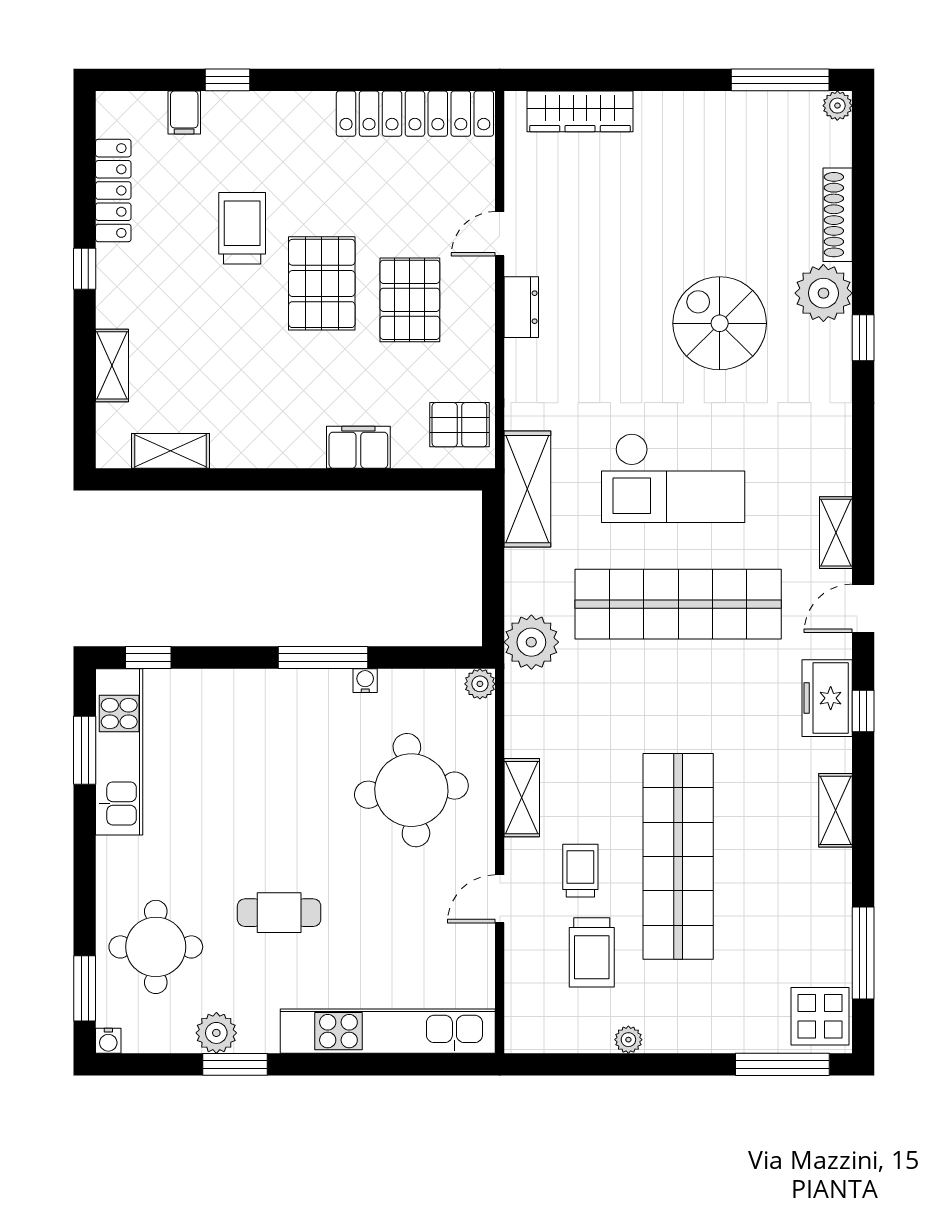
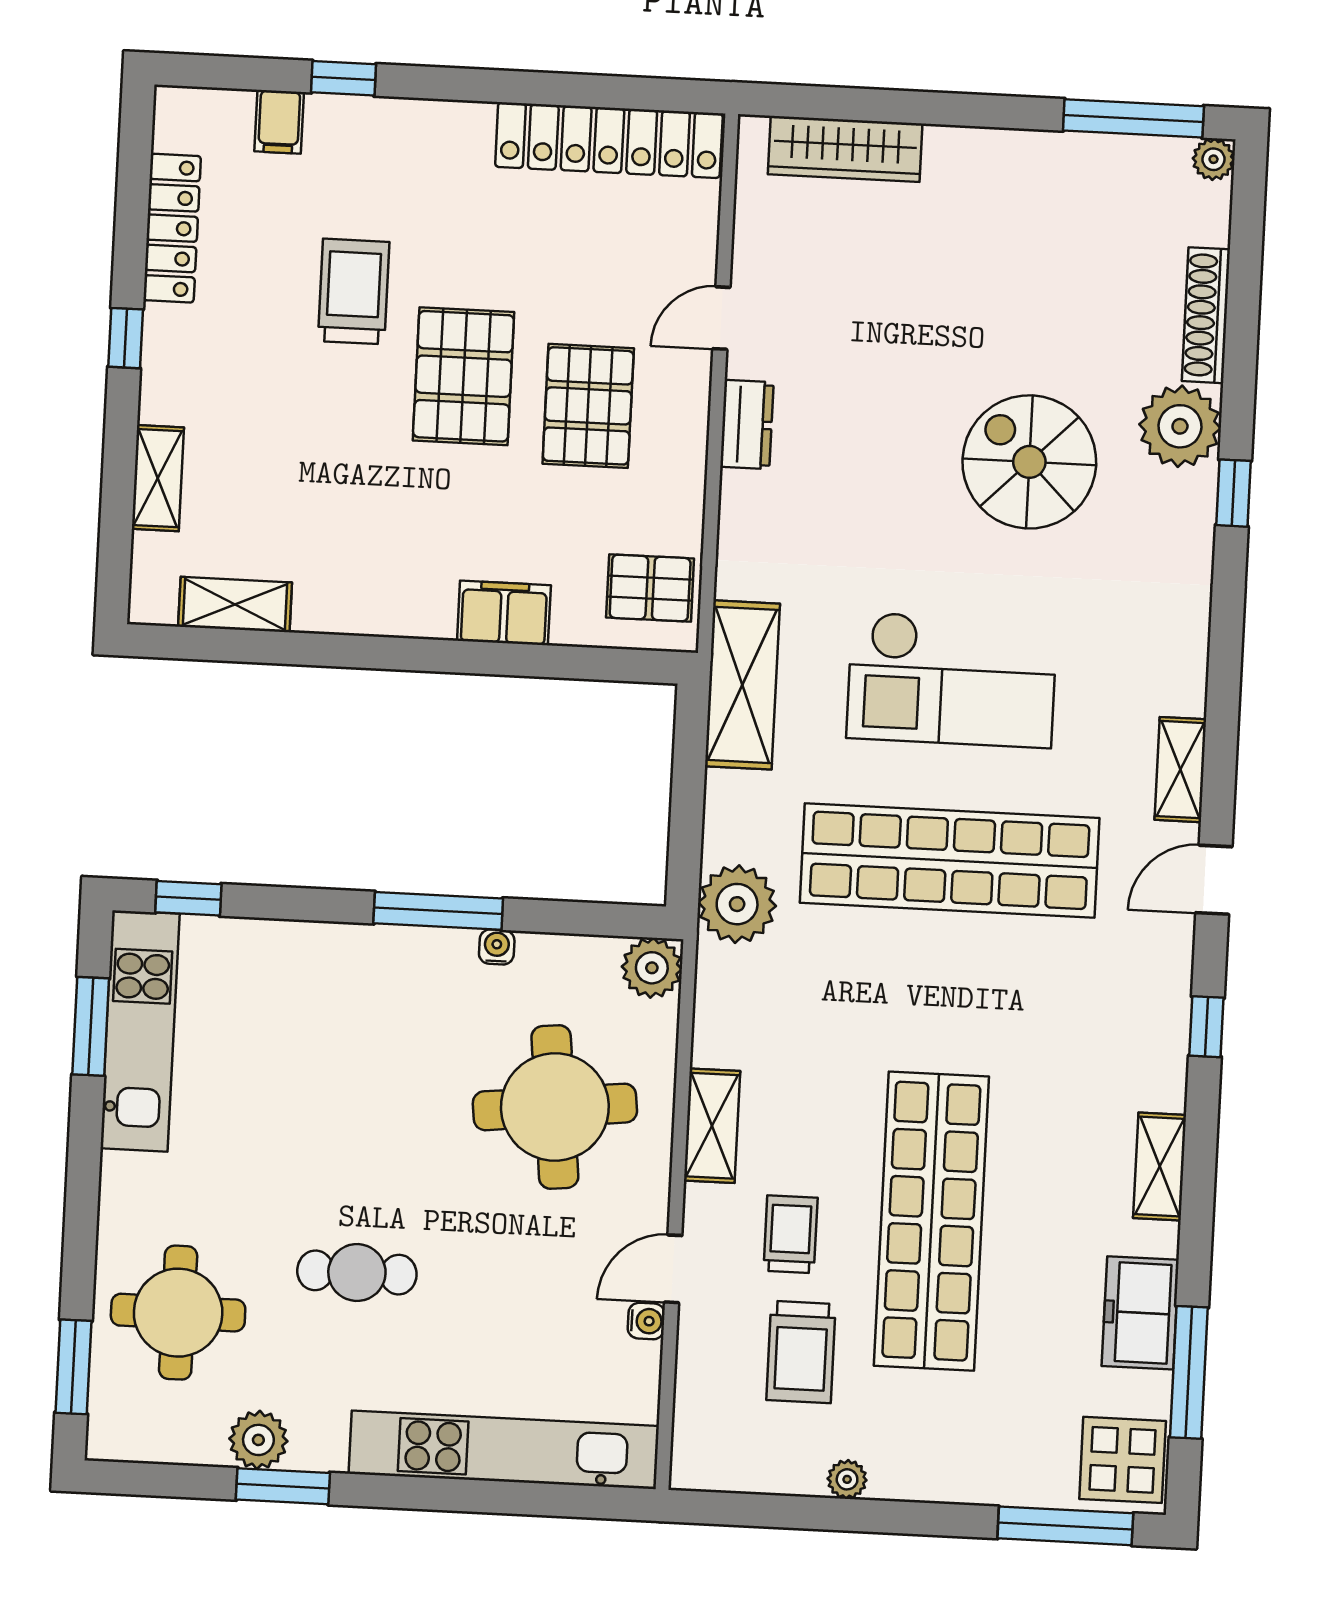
plant: (480, 684) -> (652, 968), width x1.38, depth x1.38
freezer: (827, 698) -> (1140, 1313), moved
water cooler: (108, 1041) -> (646, 1321), moved, turned -90

